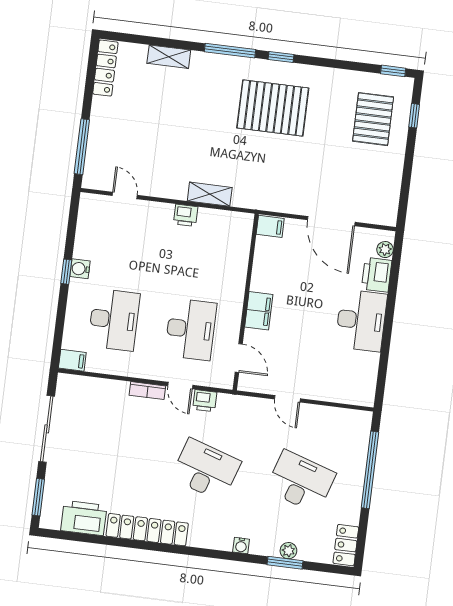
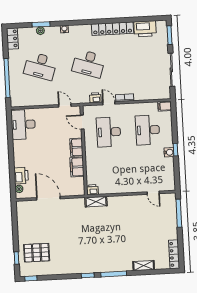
pallet: (273, 108) -> (87, 249), removed
pallet: (373, 119) -> (37, 253), turned 90
shelving: (210, 194) -> (96, 202), moved
printer: (186, 215) -> (92, 190), moved
filing cabinet: (270, 226) -> (77, 167), moved, width x2.00
desk: (361, 320) -> (23, 124), moved
door: (287, 399) -> (65, 105), moved

